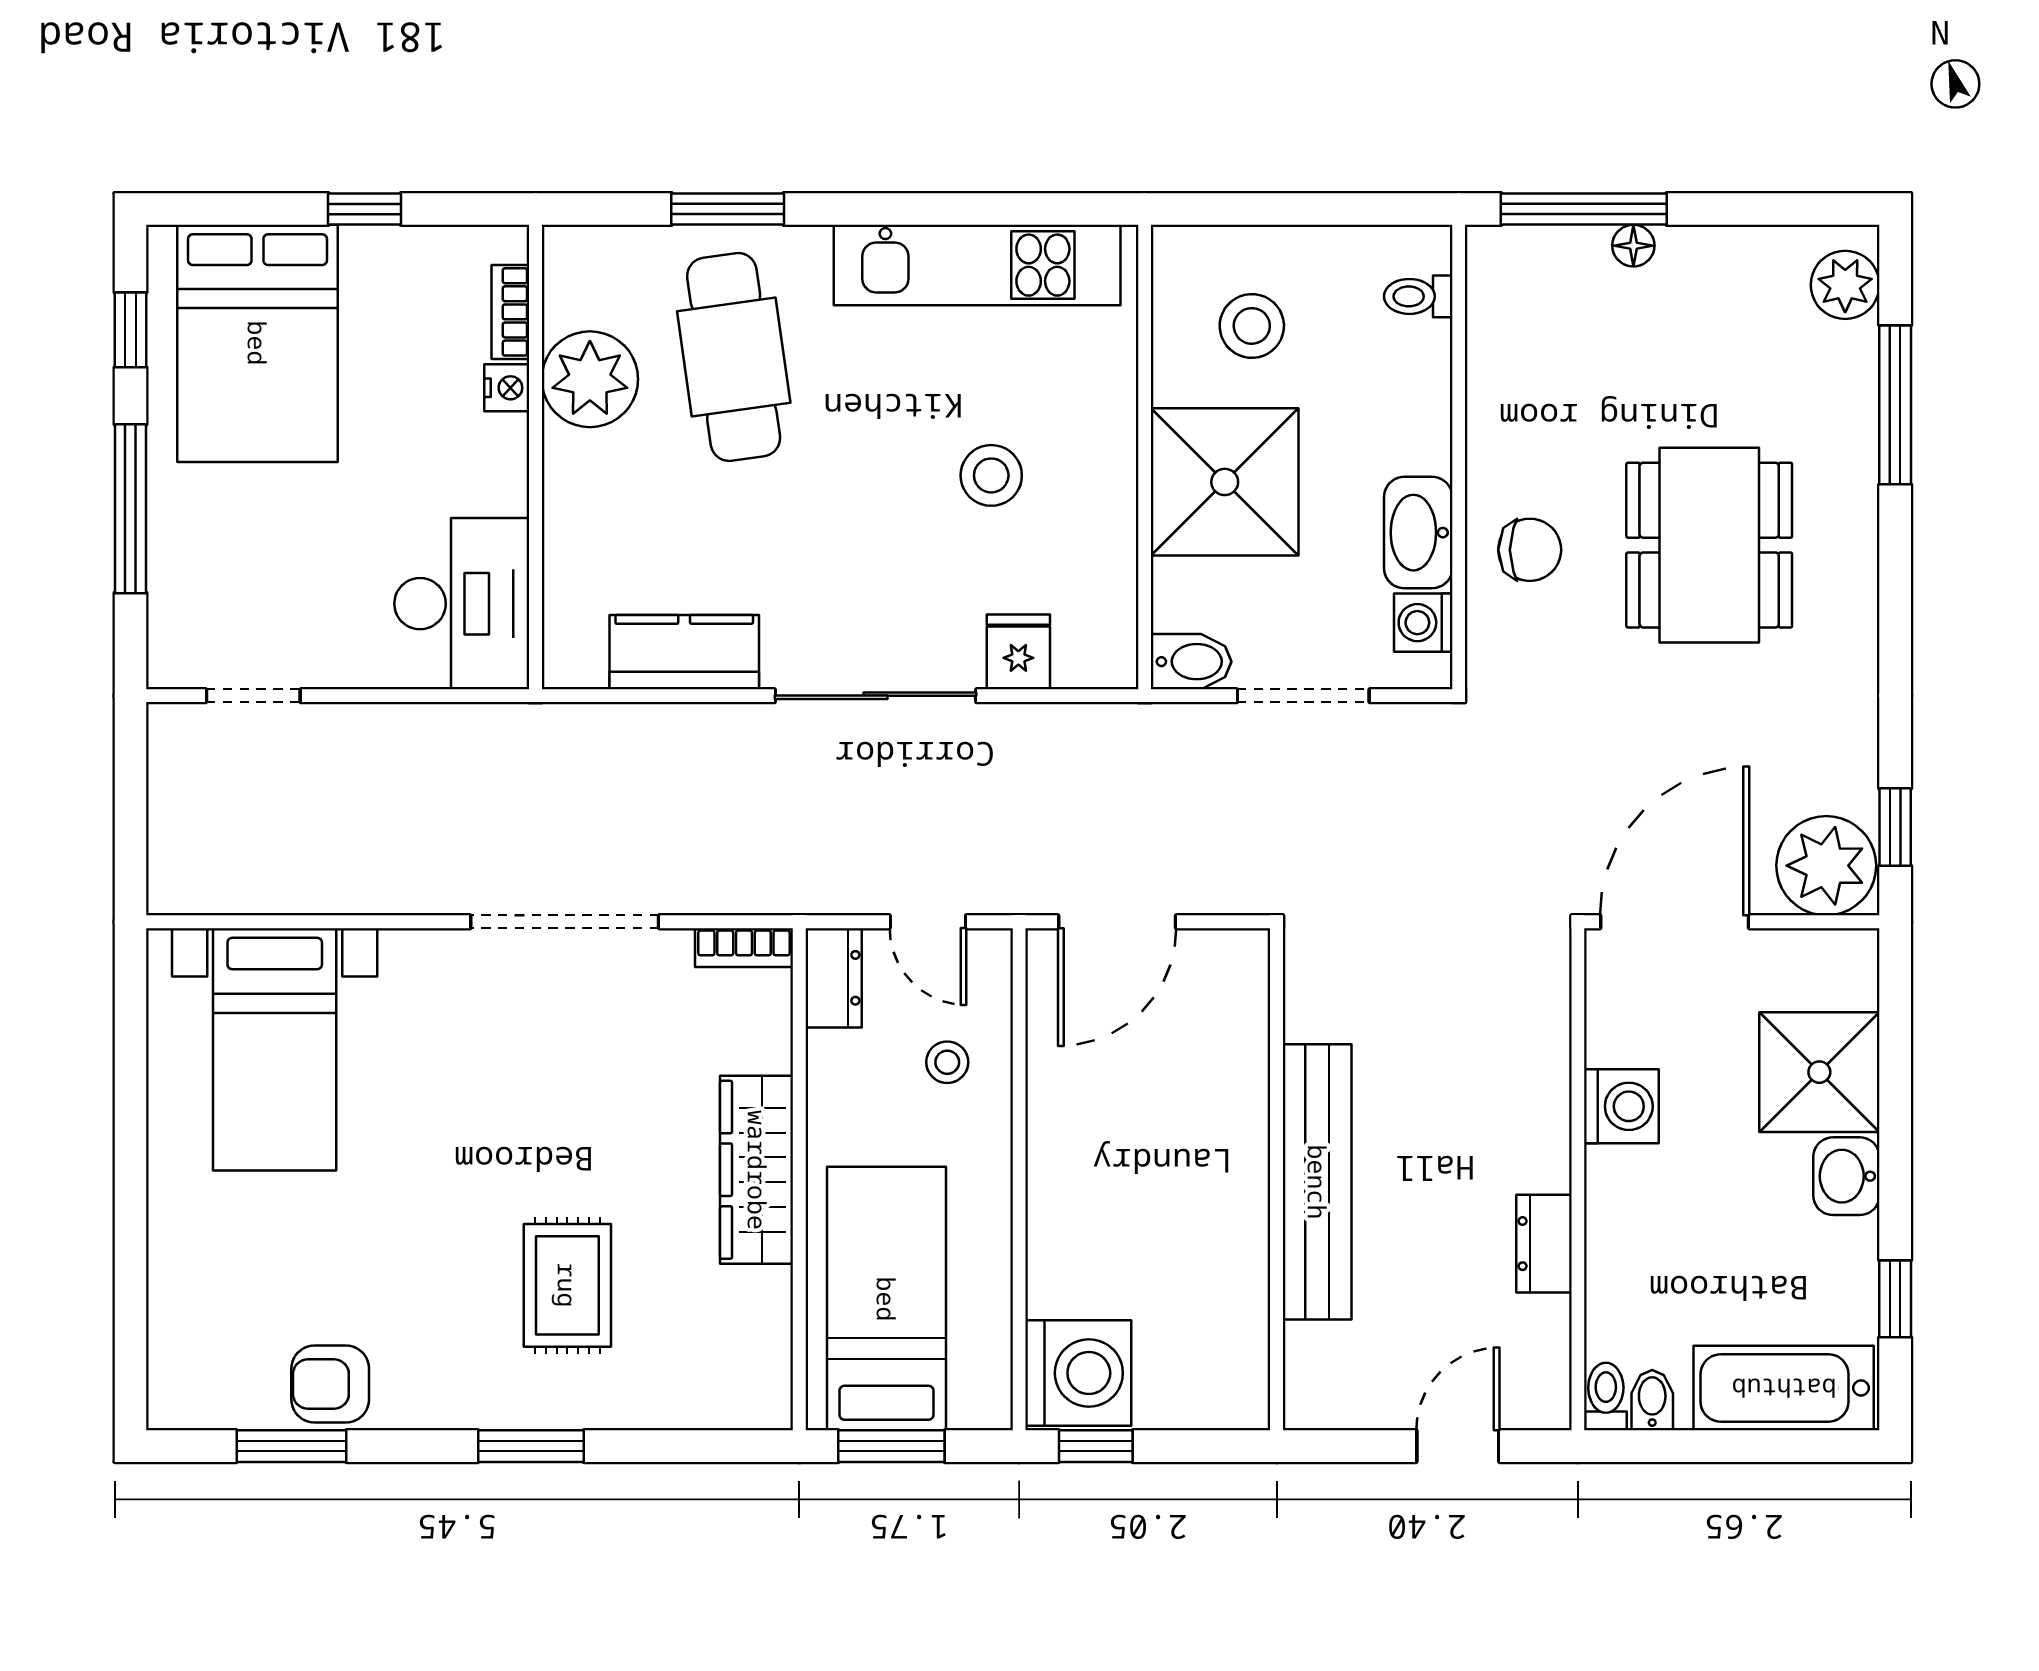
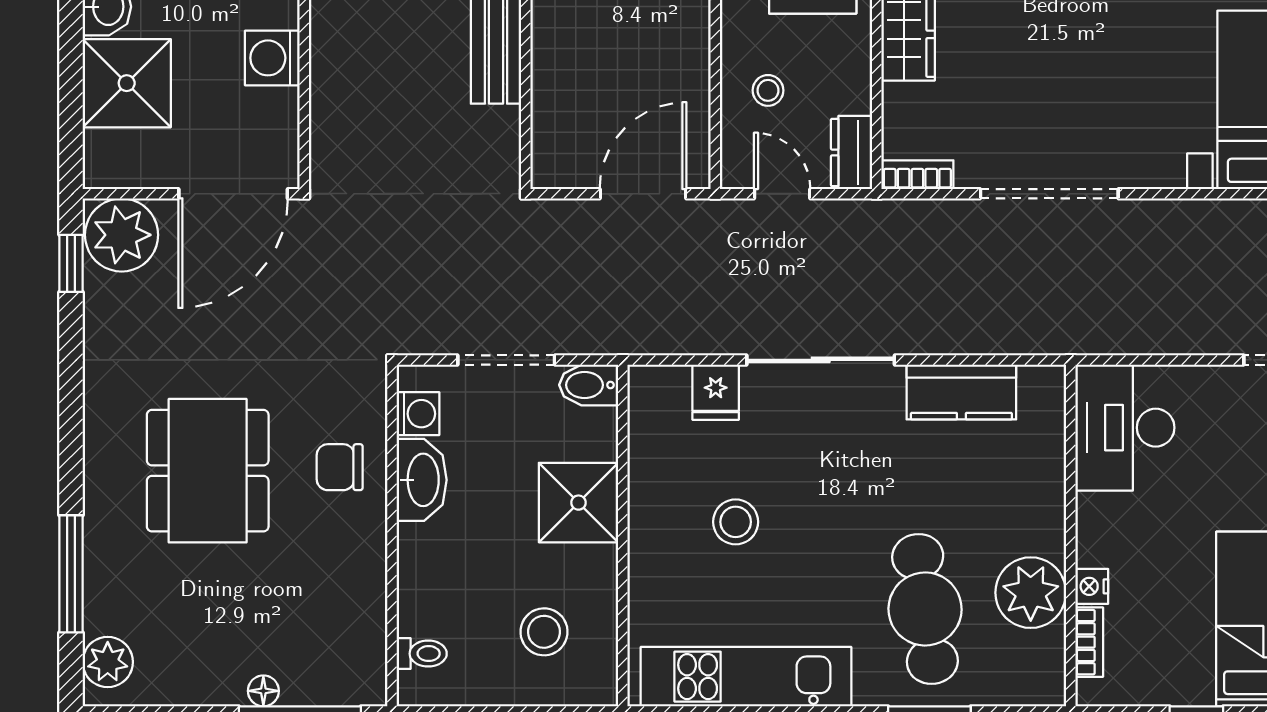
shower: (1225, 482) -> (578, 503), width x0.73, depth x0.73

